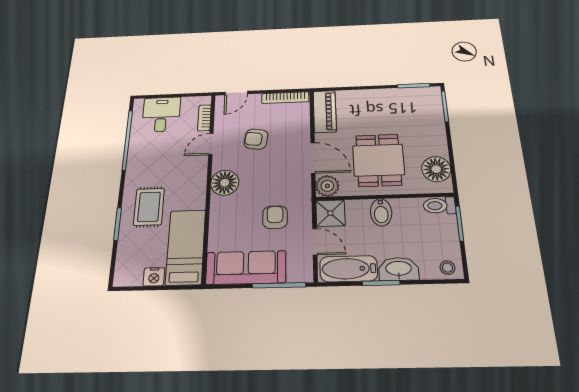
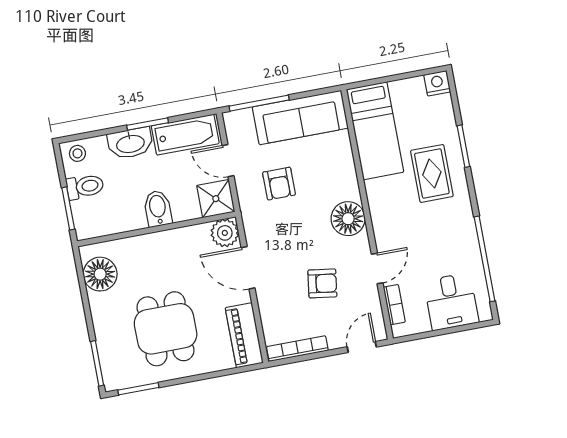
dining table: (378, 160) -> (166, 329), moved
toilet: (439, 206) -> (85, 187), moved
nightstand: (154, 277) -> (437, 83), moved

